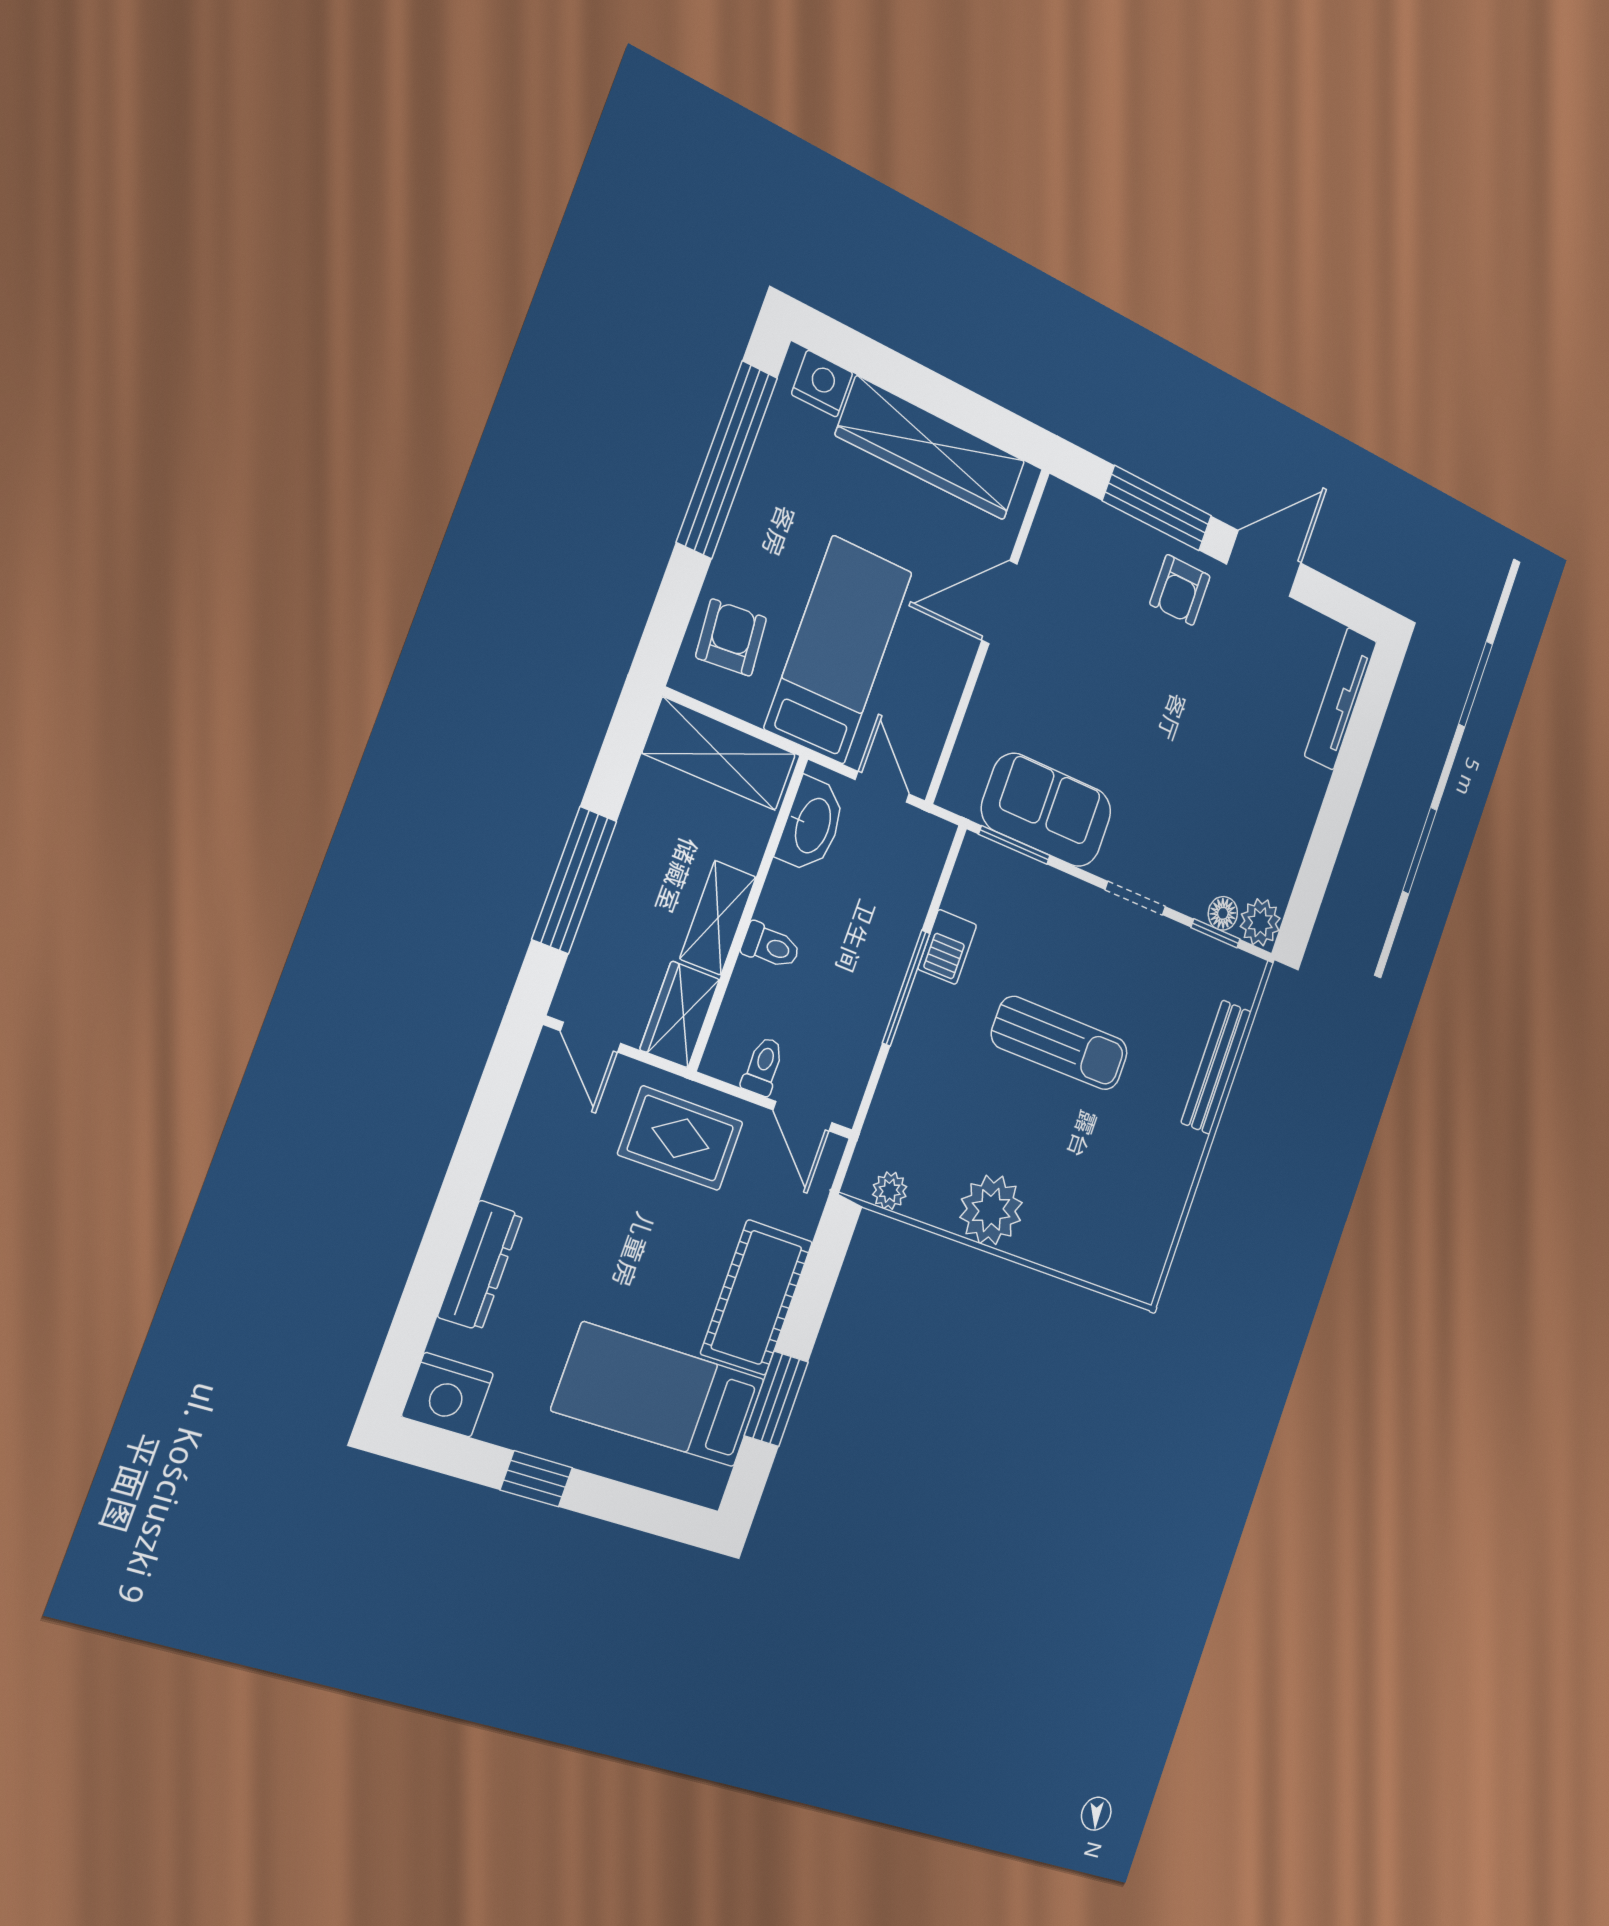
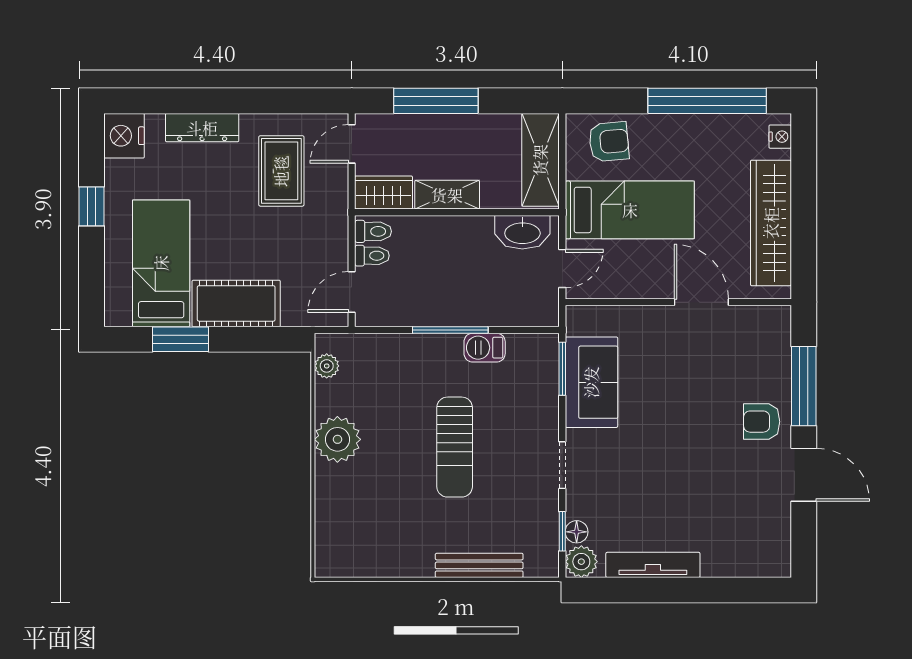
nightstand: (822, 384) -> (780, 137), width x0.72, depth x0.74
tv unit: (1341, 699) -> (653, 565), moved
toilet: (771, 946) -> (373, 231), moved, turned -90
rug: (680, 1138) -> (281, 171), moved

